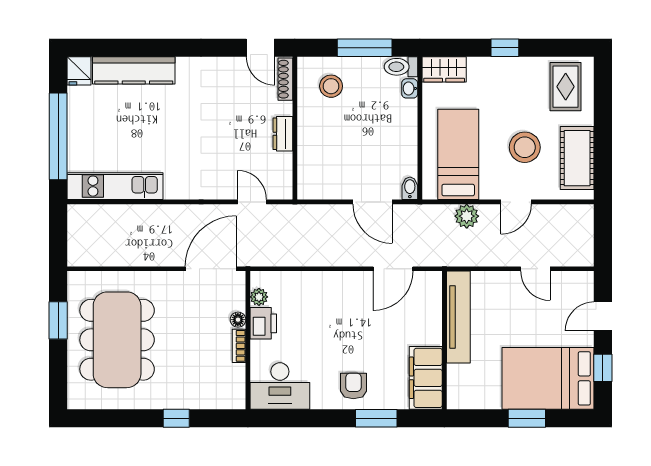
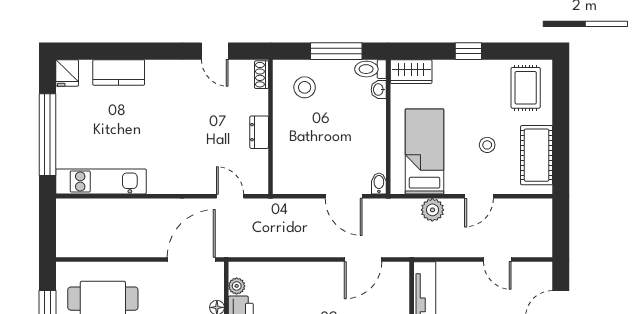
door: (260, 48) -> (215, 51), moved
kitchen counter: (134, 70) -> (119, 72), width x0.67
shoe rack: (285, 79) -> (262, 75), width x0.70
stool: (525, 147) -> (487, 145), width x0.53, depth x0.53

